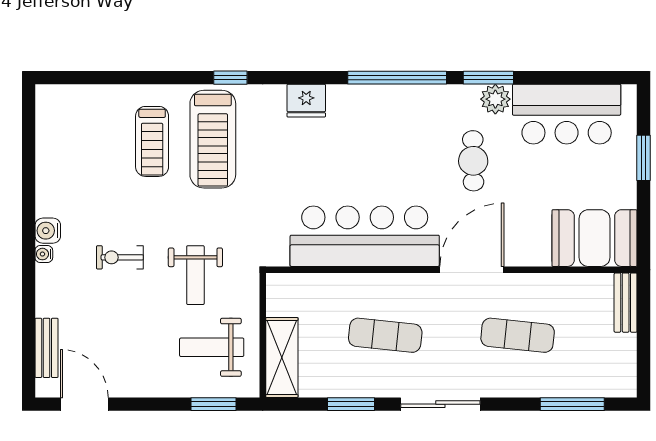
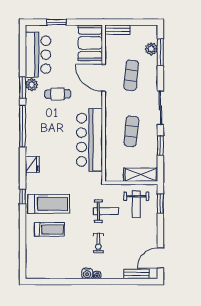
door: (472, 270) -> (104, 78), moved
plant: (580, 383) -> (151, 49), added

